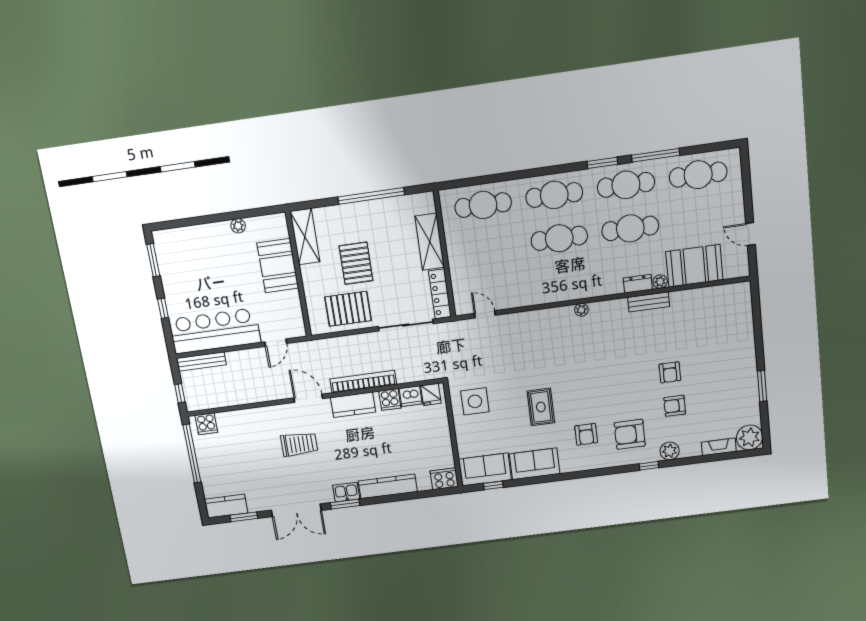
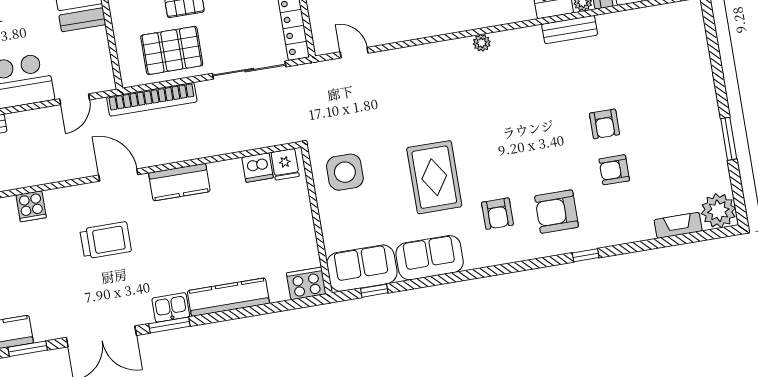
bookcase: (363, 382) -> (152, 99), moved, turned 180
cooker: (390, 399) -> (31, 206), moved
rug: (541, 407) -> (434, 177), width x1.36, depth x1.43
plant: (670, 451) -> (612, 233), removed

